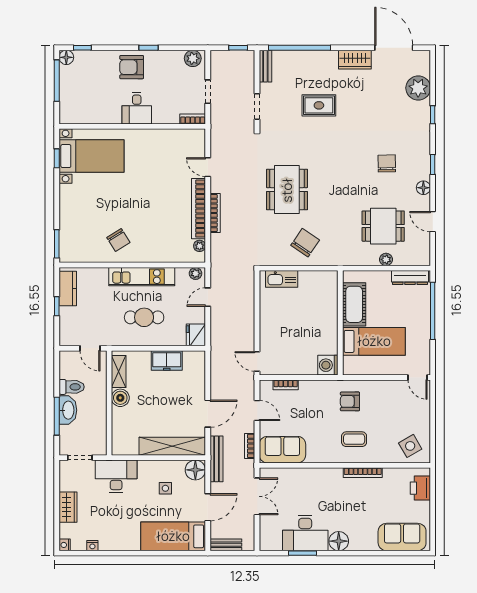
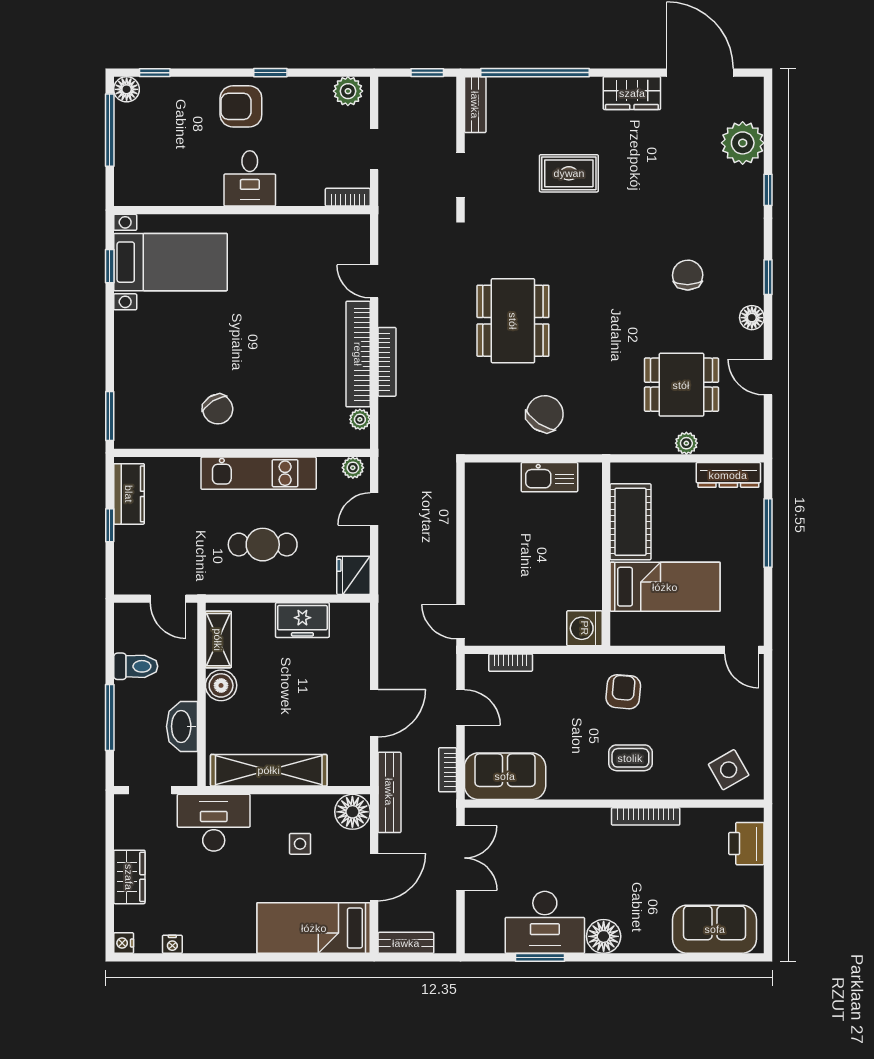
kitchen sink: (282, 279) -> (549, 477), moved
window: (433, 311) -> (768, 533), width x0.68
armchair: (350, 401) -> (623, 692), turned 95
washbasin: (68, 410) -> (182, 726), moved, turned 180
shelving: (172, 446) -> (269, 770), moved

